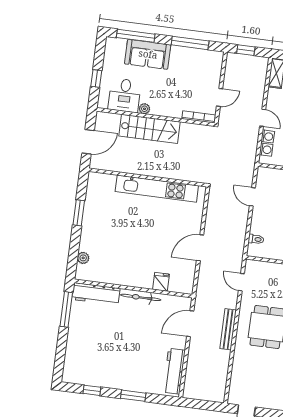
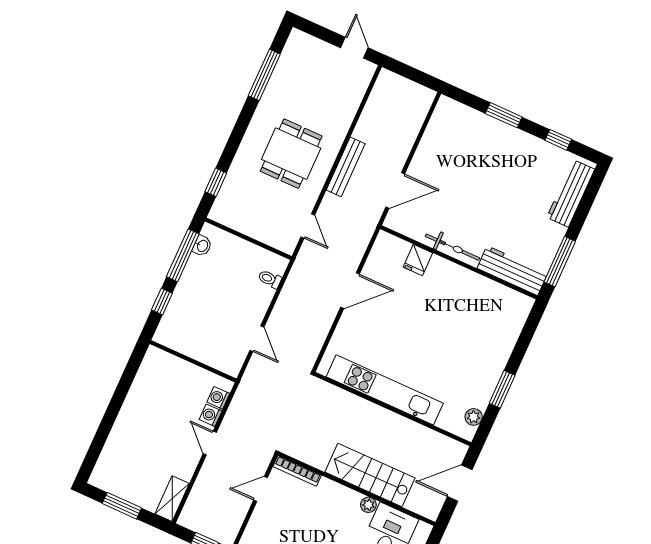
plant: (83, 258) -> (474, 417), moved
workbench: (174, 371) -> (571, 193), moved, turned 180

